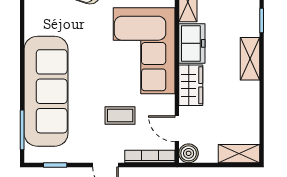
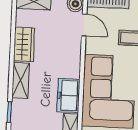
wardrobe: (191, 85) -> (24, 44), moved, turned 180

